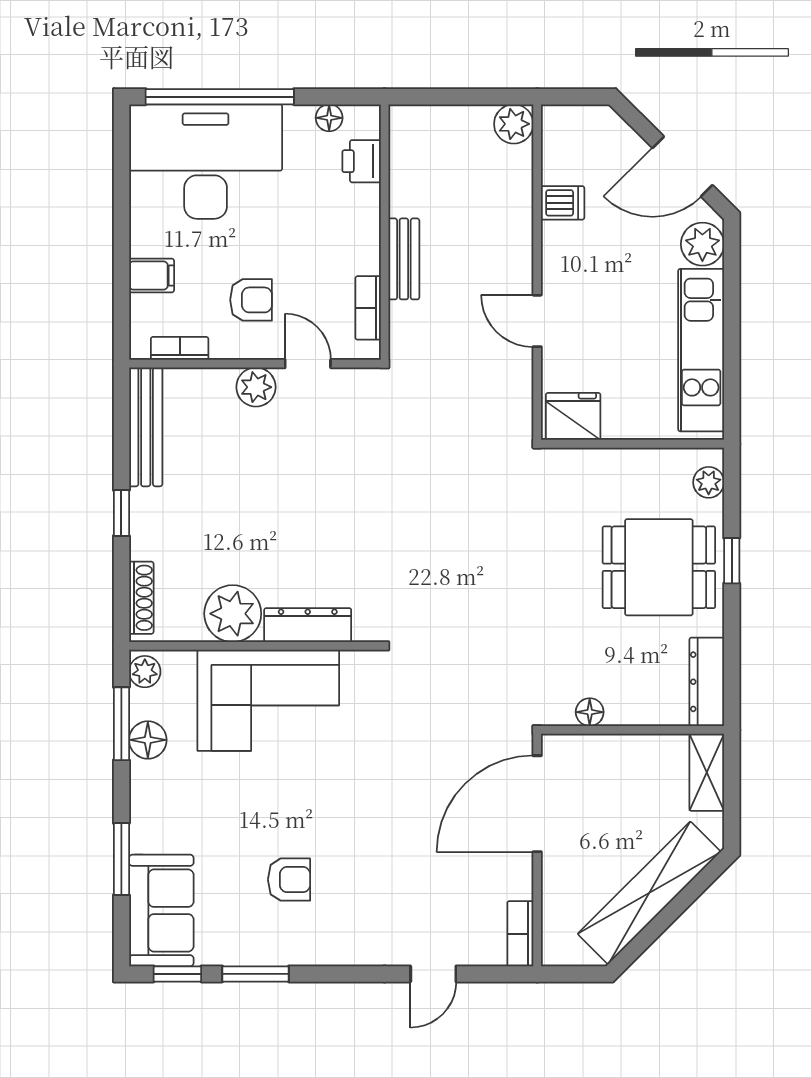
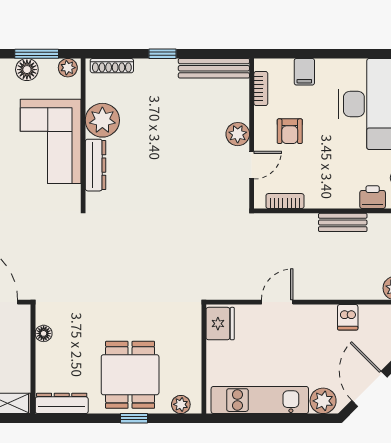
bench: (404, 259) -> (343, 222), moved

